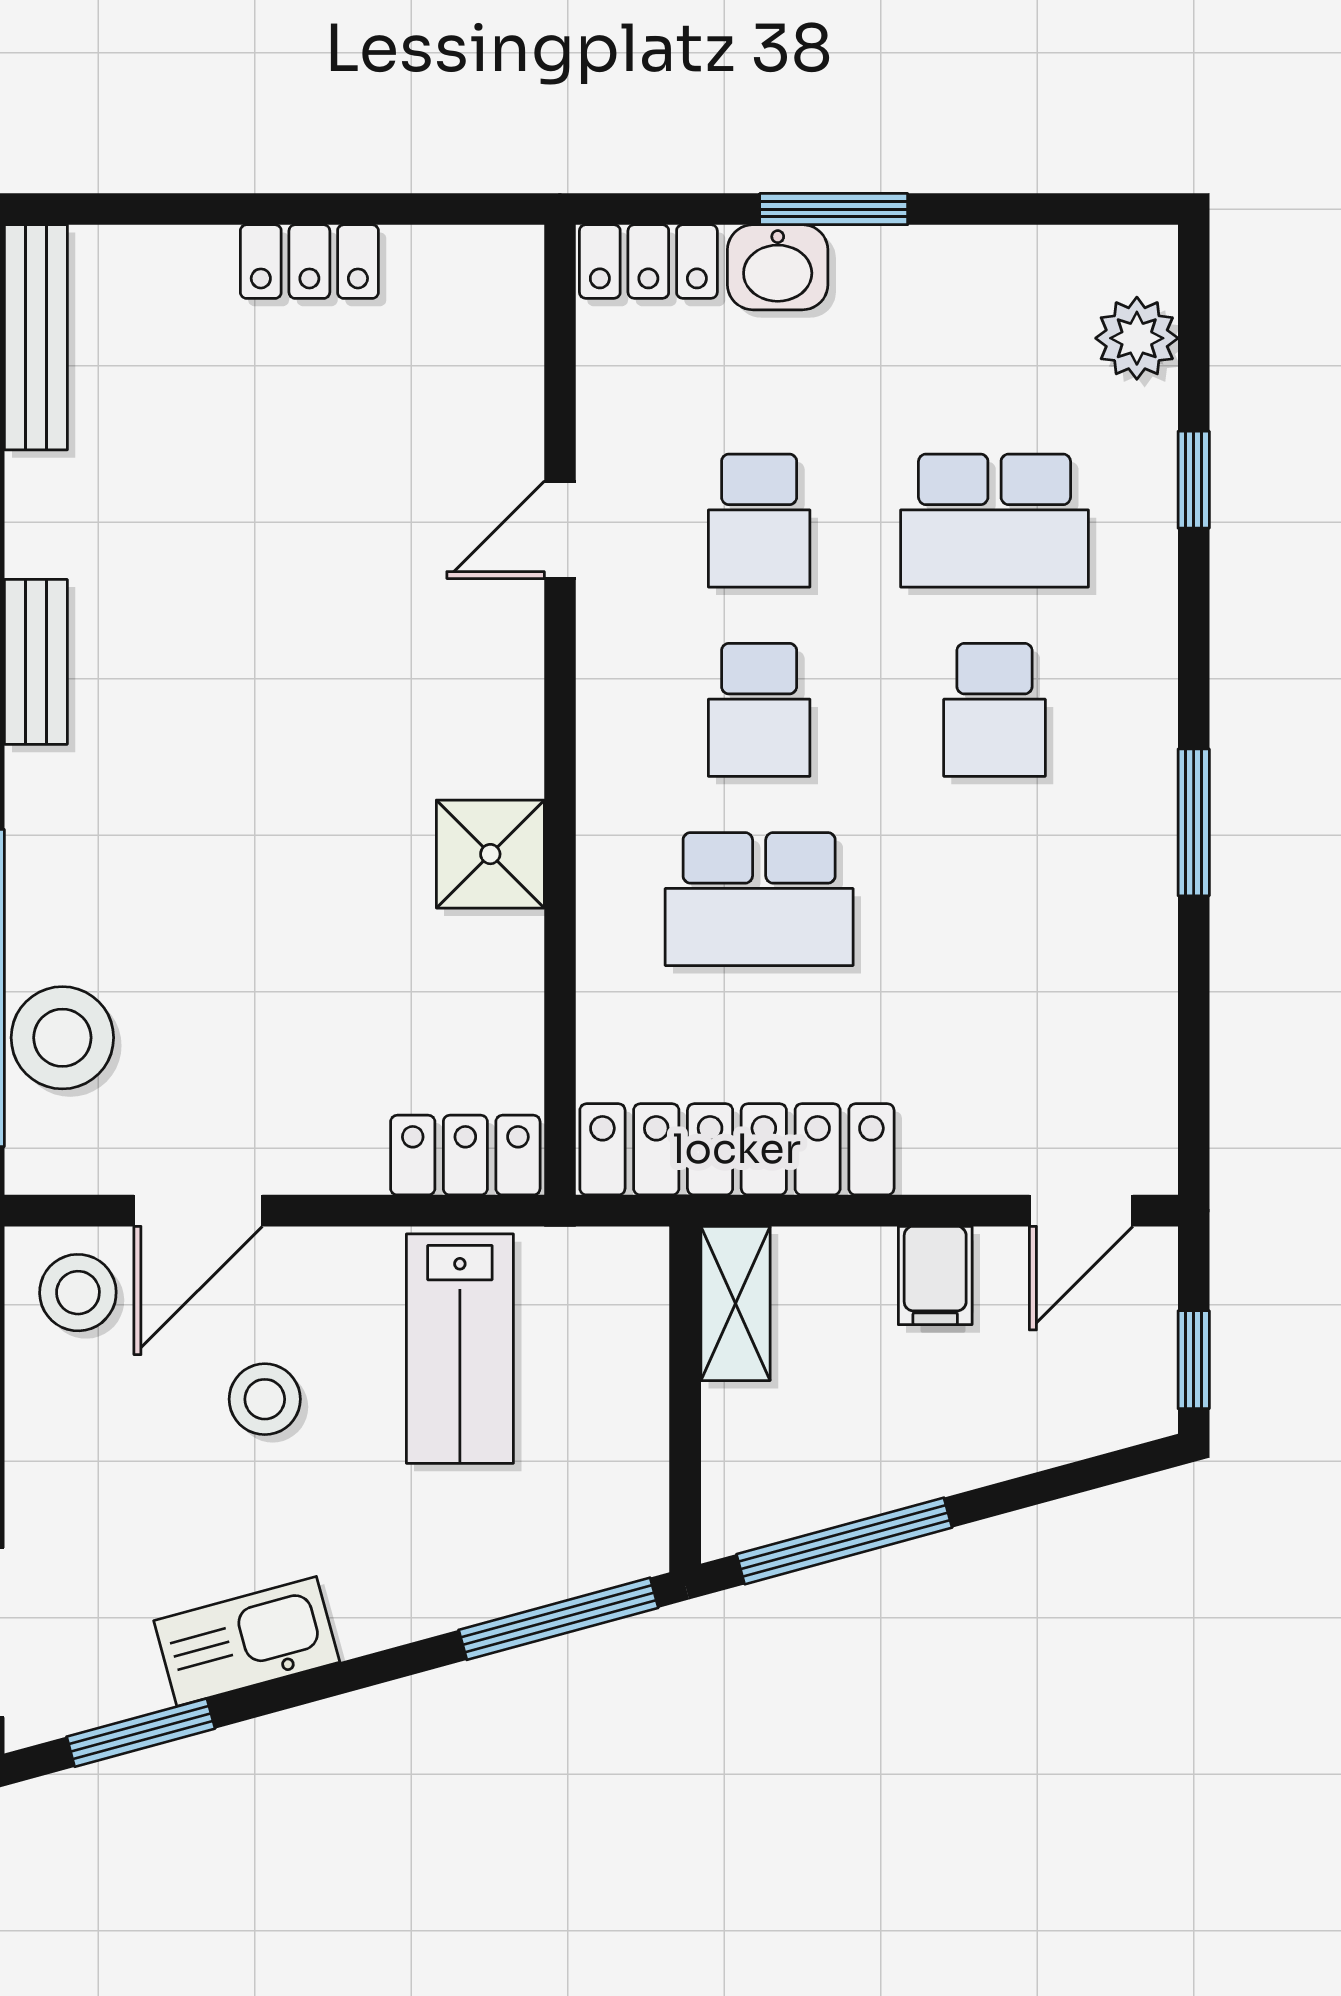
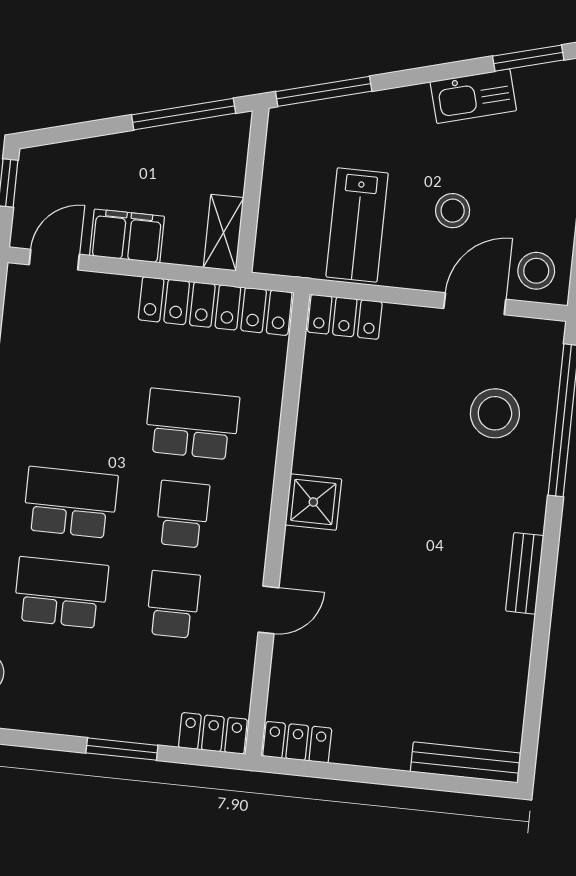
locker: (309, 262) -> (297, 742), moved
washbasin: (778, 267) -> (152, 724), removed
bench: (36, 337) -> (465, 762), moved, turned 90
school desk: (995, 710) -> (70, 502), width x1.85
shower: (490, 854) -> (313, 502), moved
stool: (62, 1038) -> (495, 413), moved
filing cabinet: (935, 1275) -> (127, 236), width x2.00
lab bench: (460, 1349) -> (357, 225), turned 180

